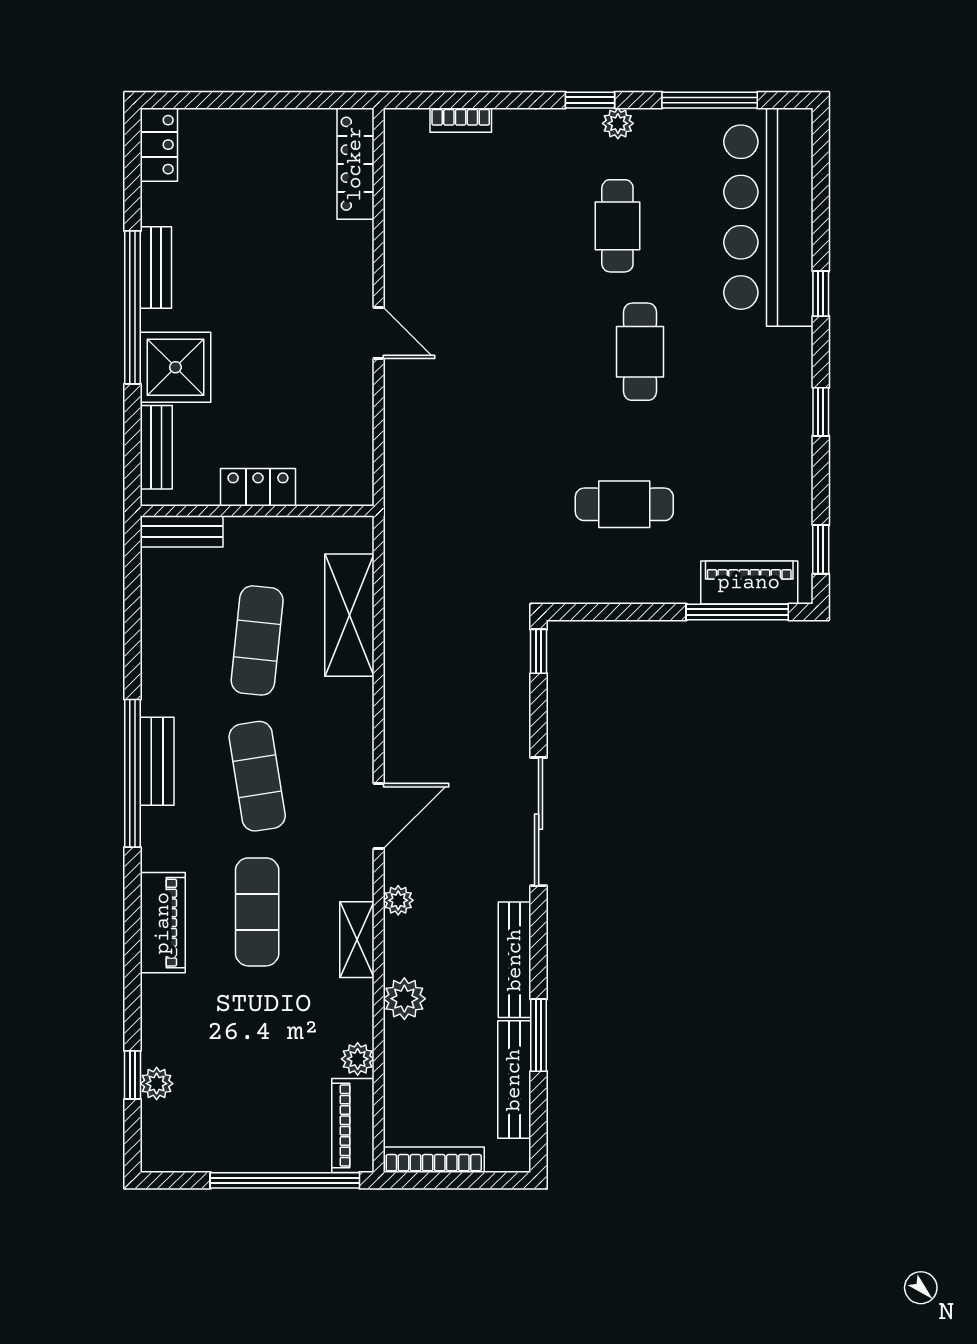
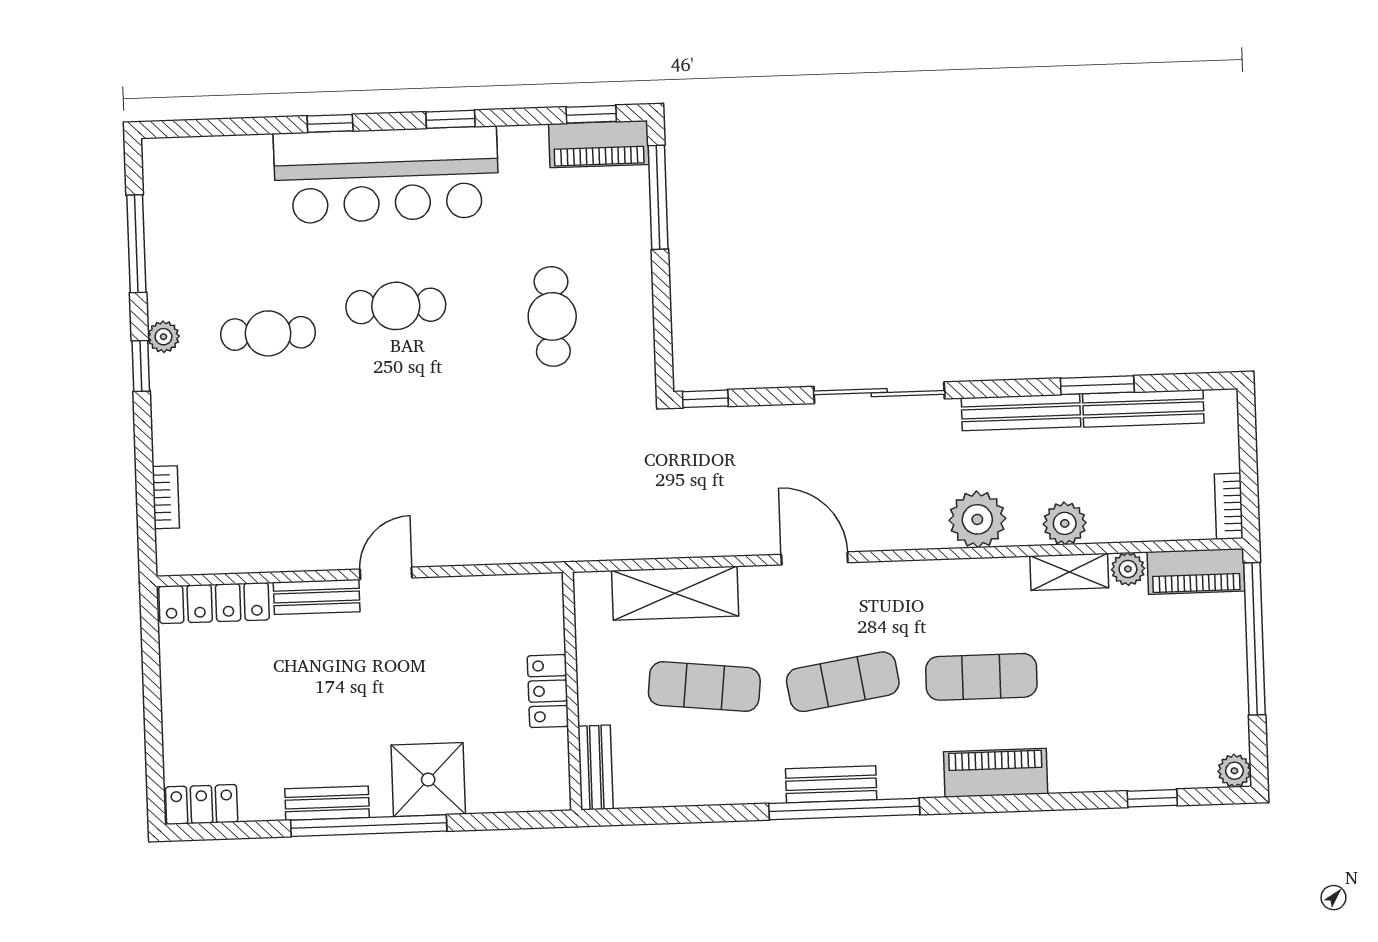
bar counter: (768, 217) -> (386, 175), moved
bench: (156, 447) -> (317, 597), moved
piano: (749, 583) -> (599, 144), moved, turned -90
door: (379, 816) -> (815, 558), moved
plant: (398, 900) -> (977, 519), width x1.88, depth x1.88
shelving: (357, 940) -> (1069, 572), moved
plant: (157, 1084) -> (1234, 771), moved
bookcase: (434, 1160) -> (1229, 506), width x0.64

